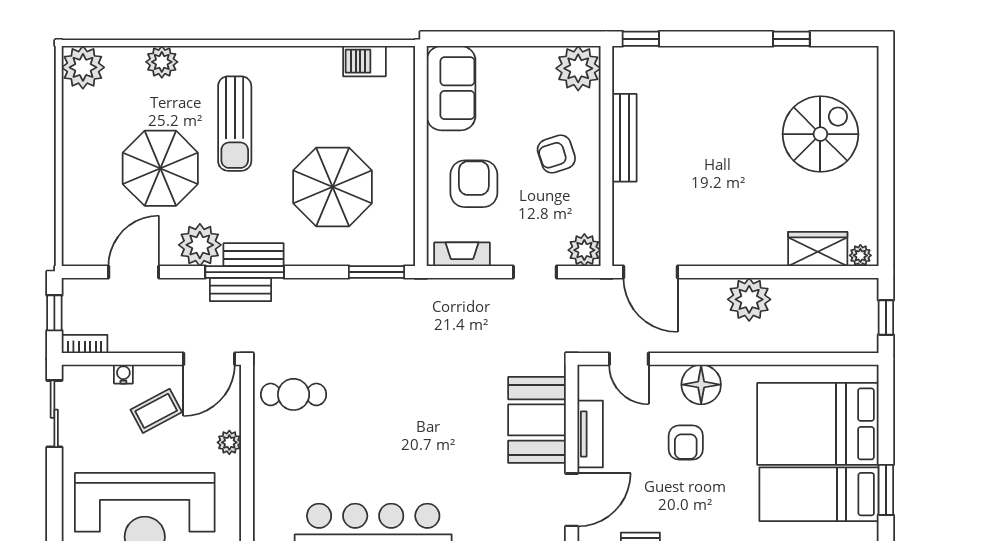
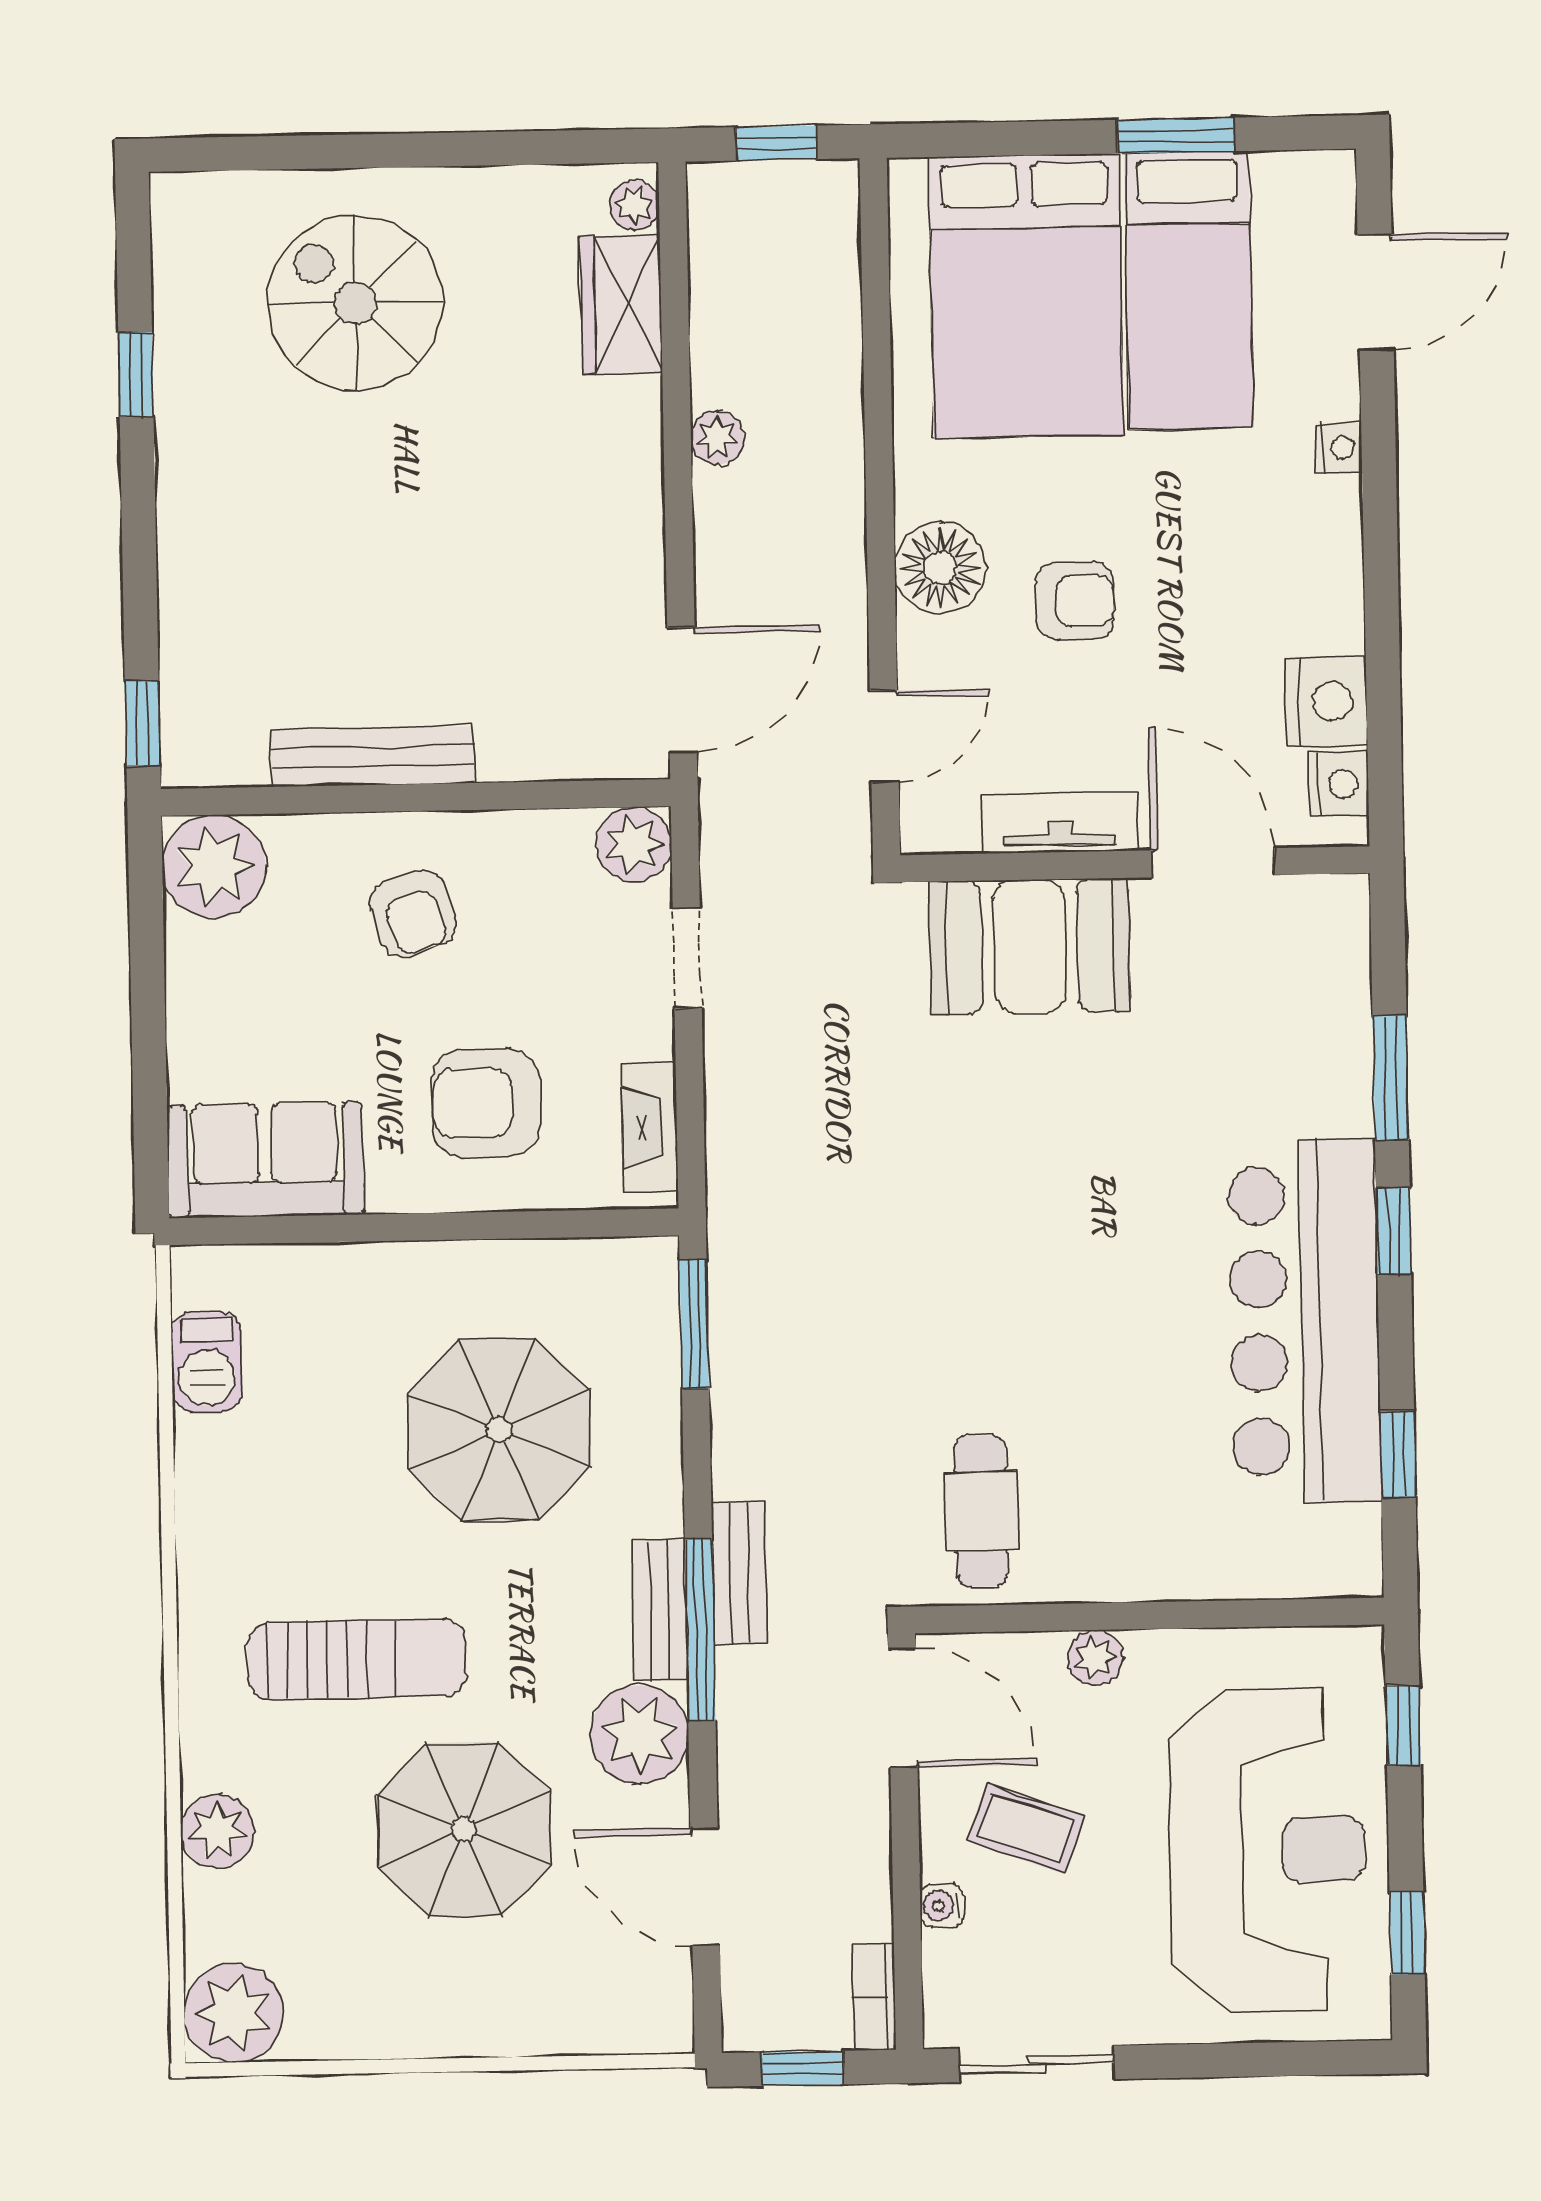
bench: (241, 290) -> (740, 1573), moved
plant: (749, 299) -> (717, 438), width x0.53, depth x0.53
coffee table: (156, 411) -> (1025, 1828), turned -42

